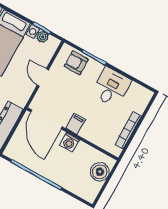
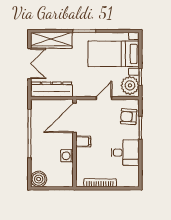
plant: (43, 37) -> (130, 85), width x1.87, depth x1.87
armchair: (76, 63) -> (129, 117), turned -86
washing machine: (69, 142) -> (67, 156), moved
boiler: (100, 172) -> (39, 179), moved

